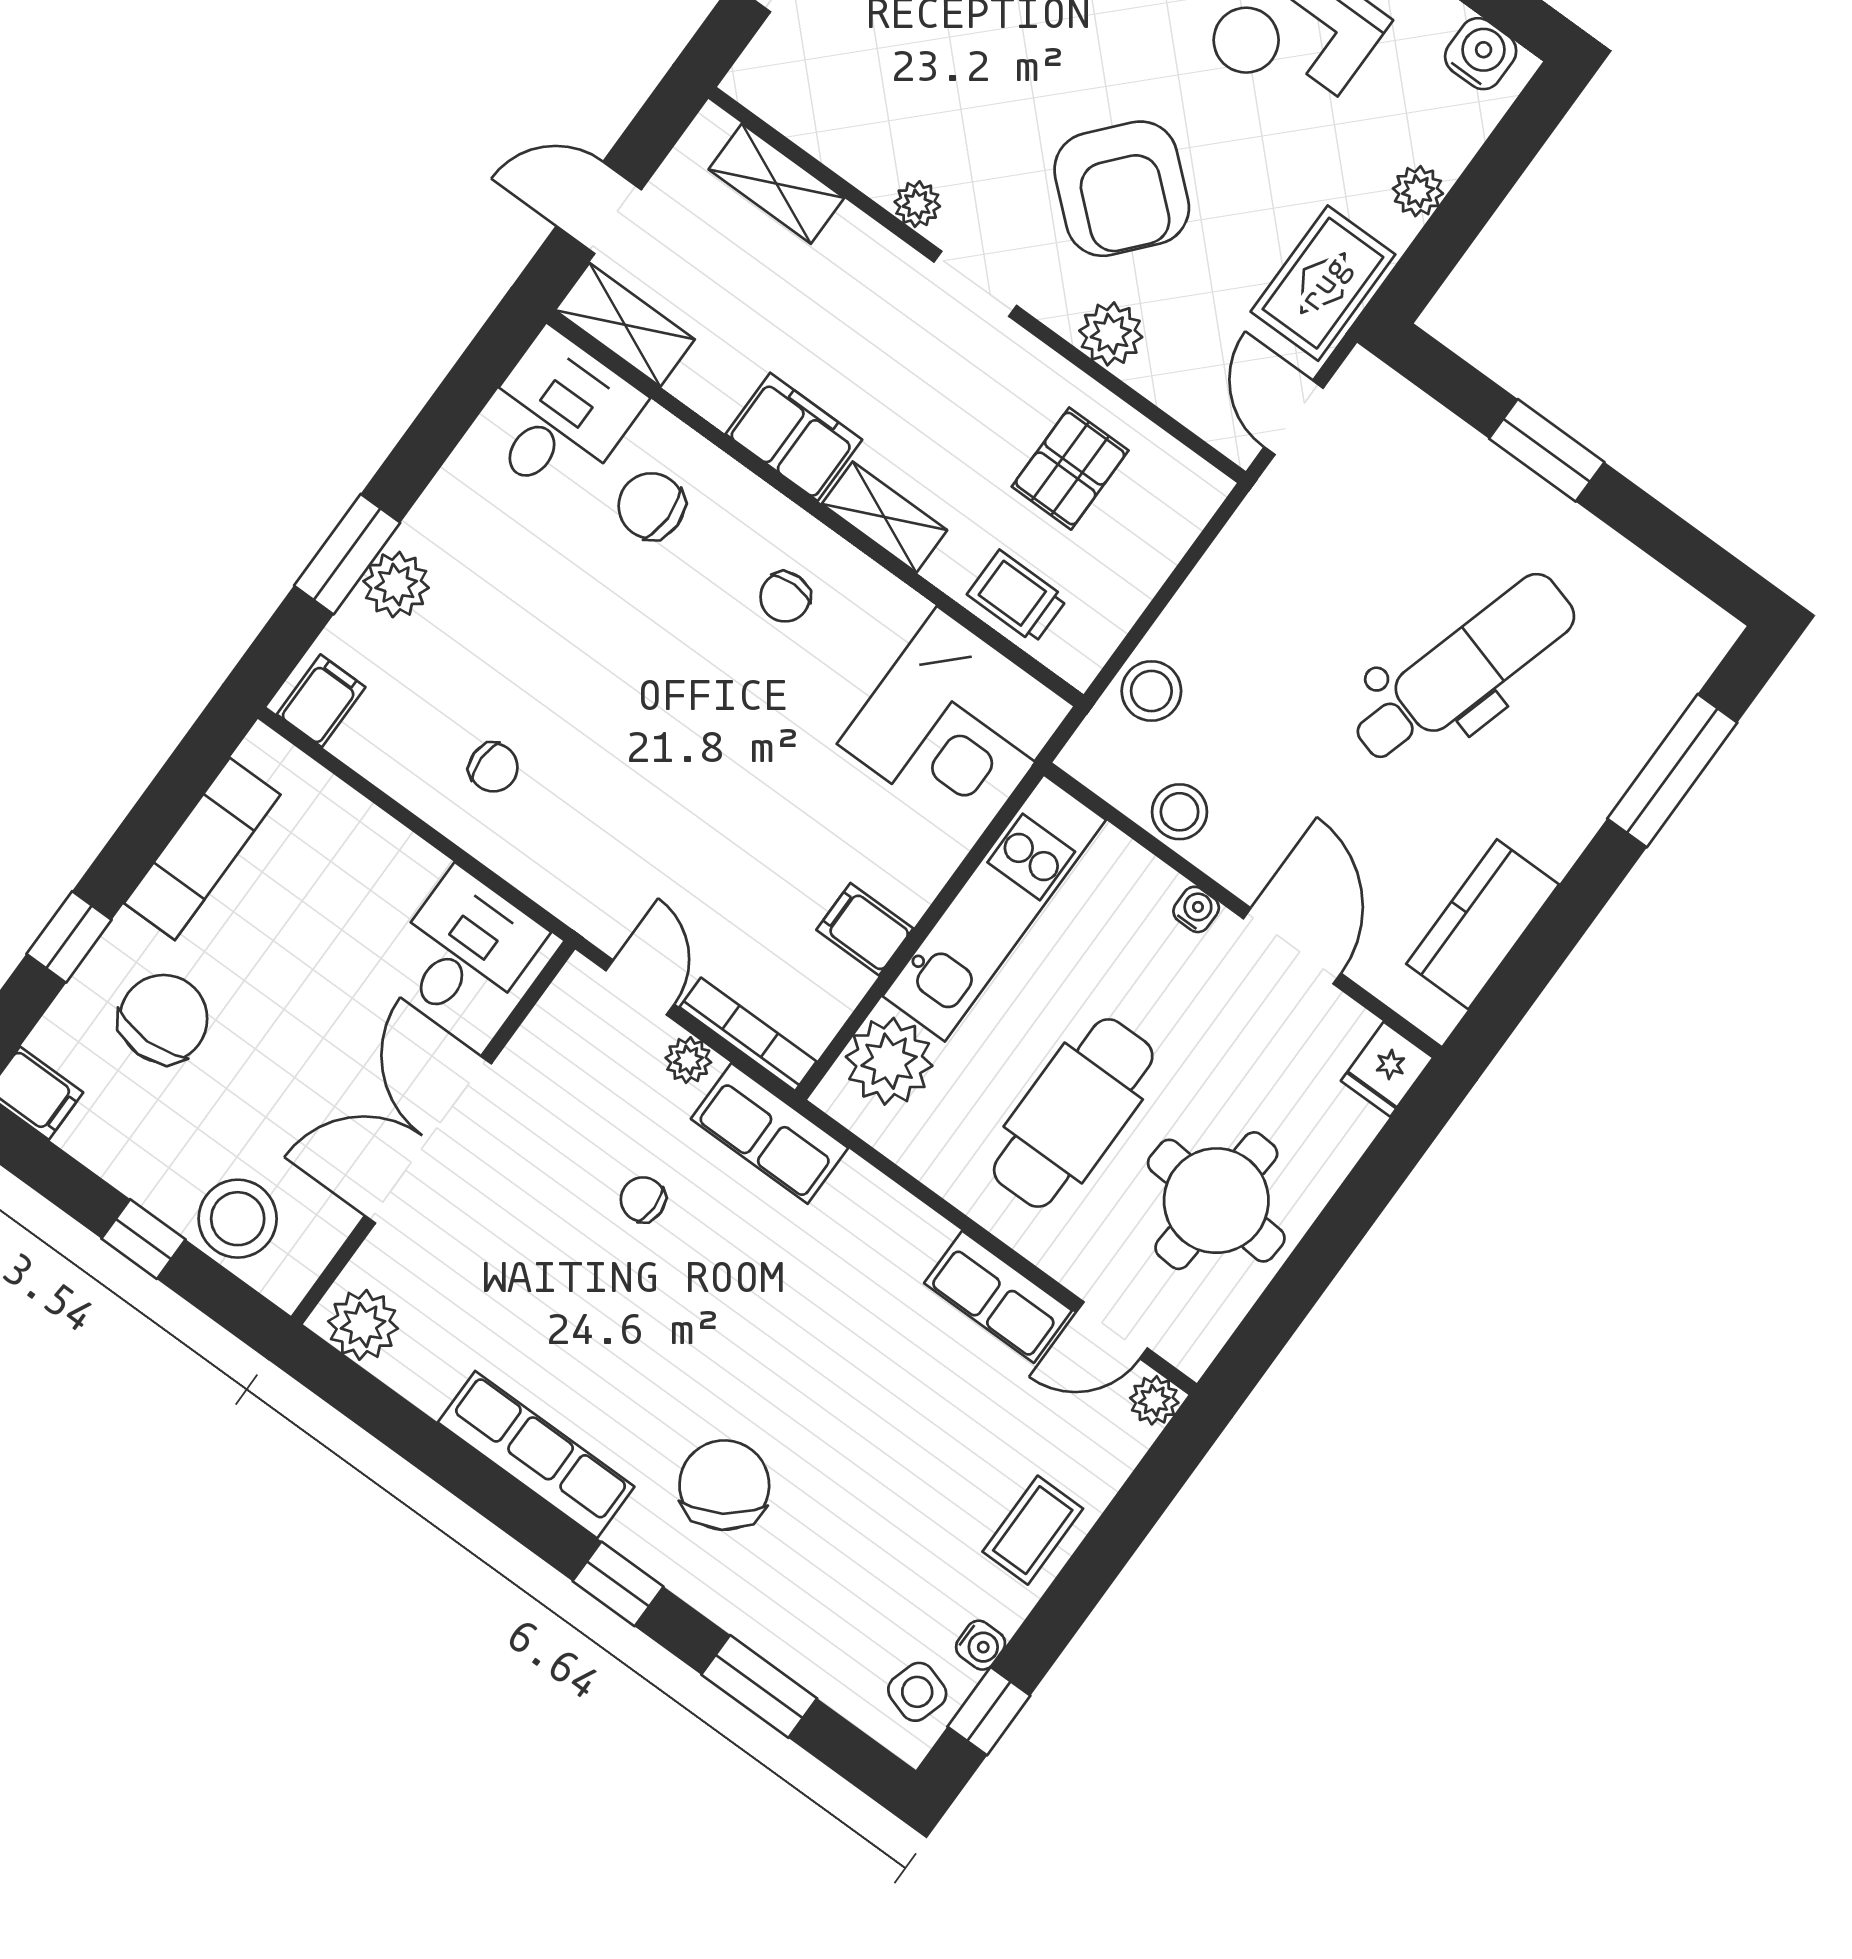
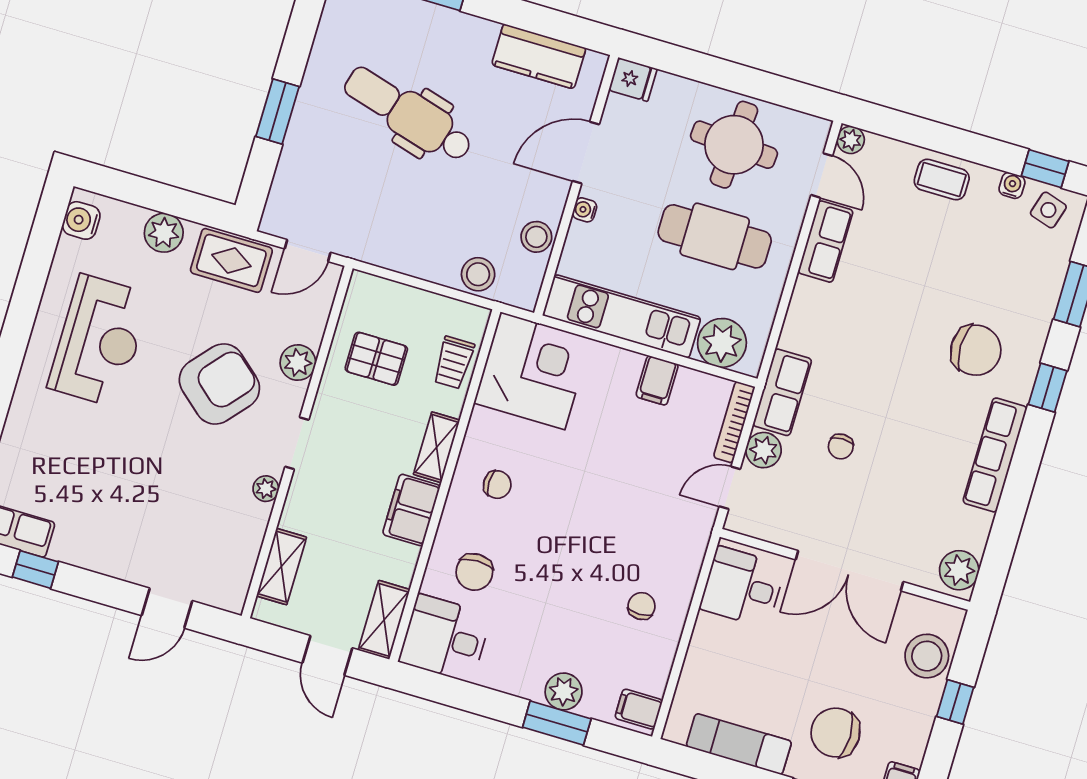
plant: (1418, 191) -> (164, 233), width x1.38, depth x1.38
plant: (688, 1060) -> (764, 450), width x1.38, depth x1.38
chair: (724, 1485) -> (976, 350), turned -147

